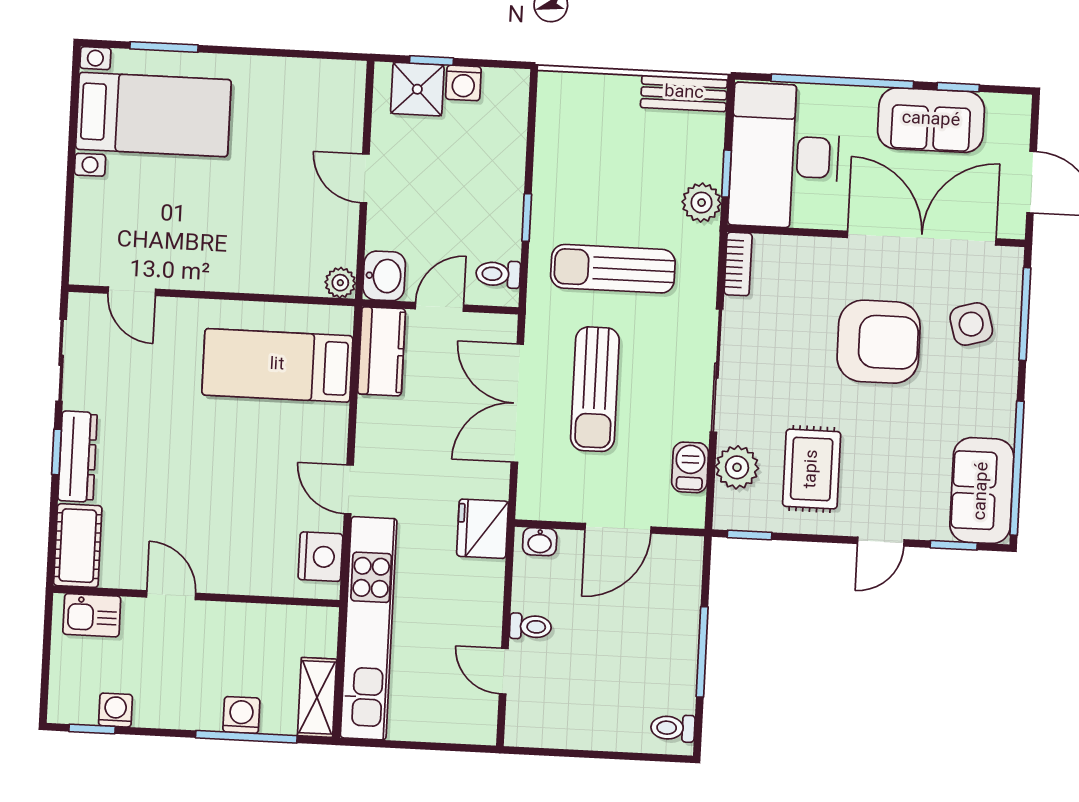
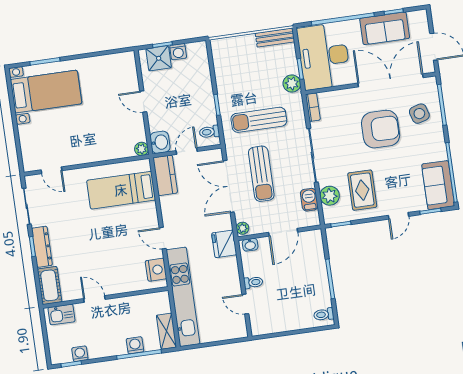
plant: (530, 502) -> (242, 228), added

